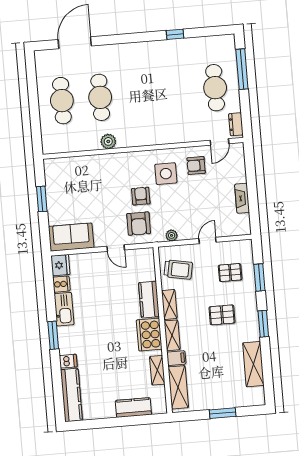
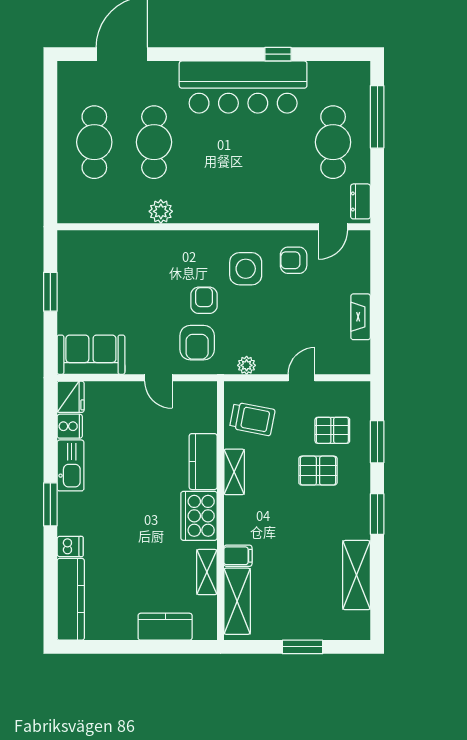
bar counter: (154, 57) -> (243, 87), added
pallet: (222, 315) -> (318, 471), moved
shelving: (172, 335) -> (234, 520), removed

